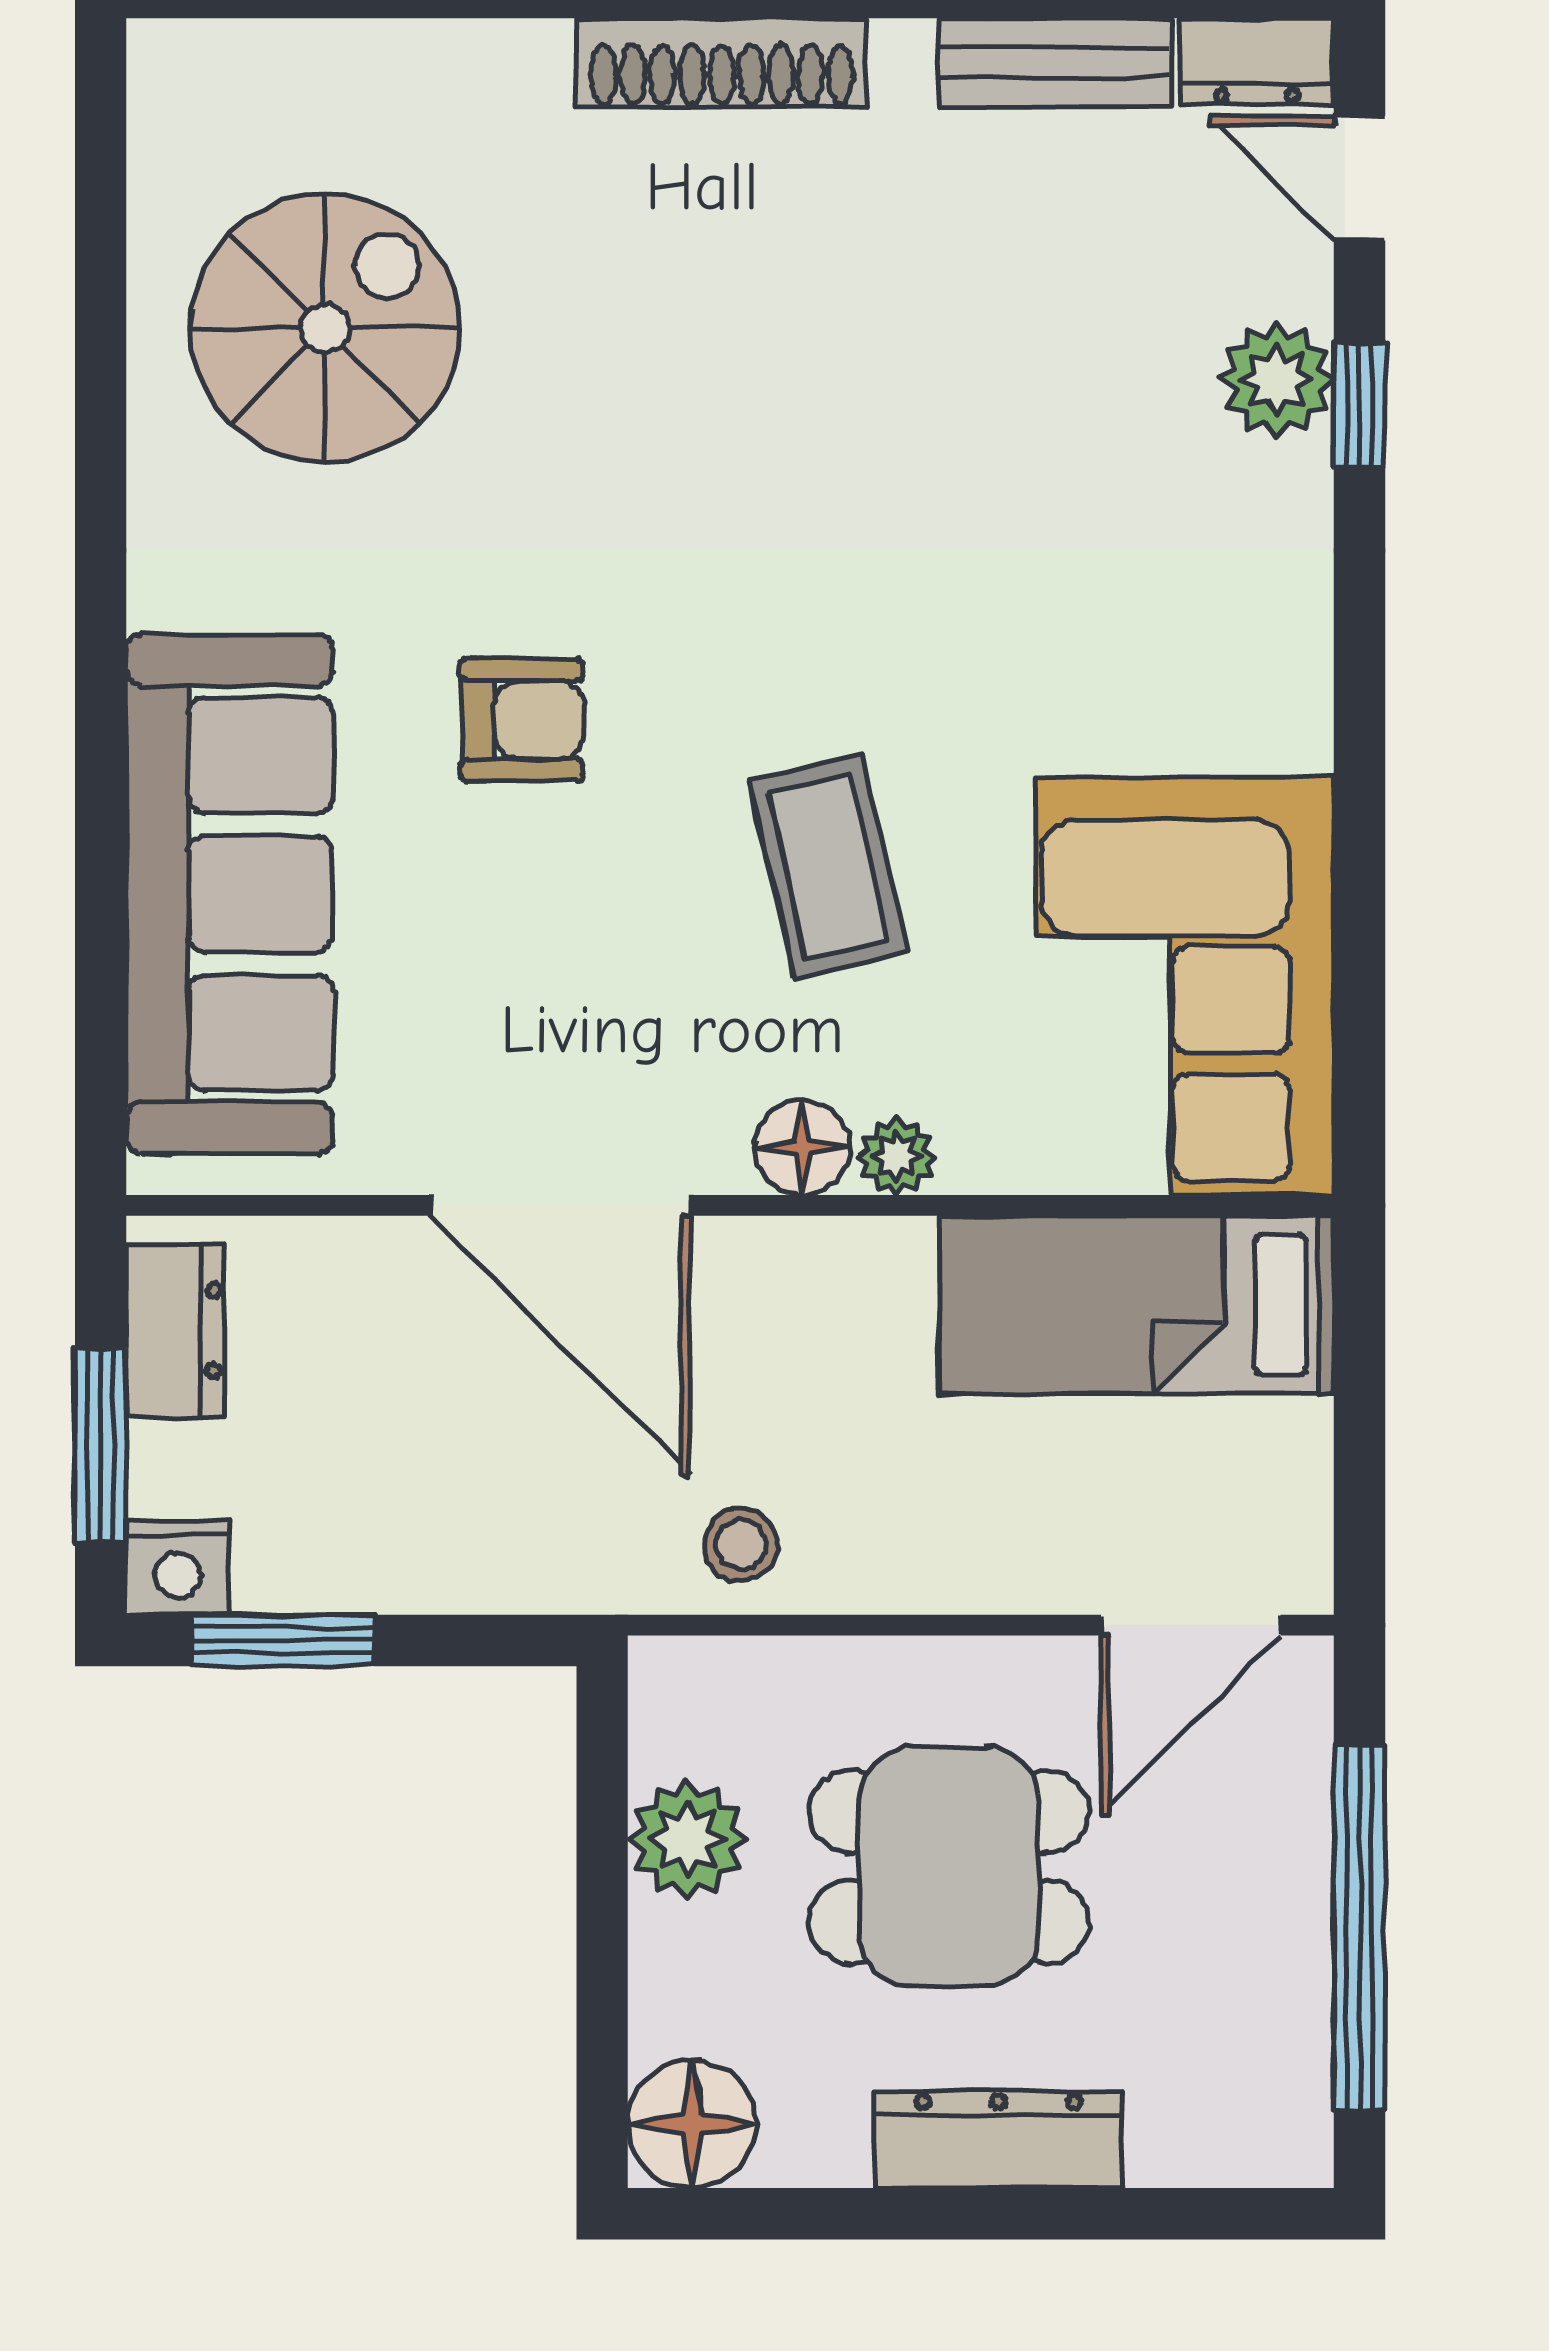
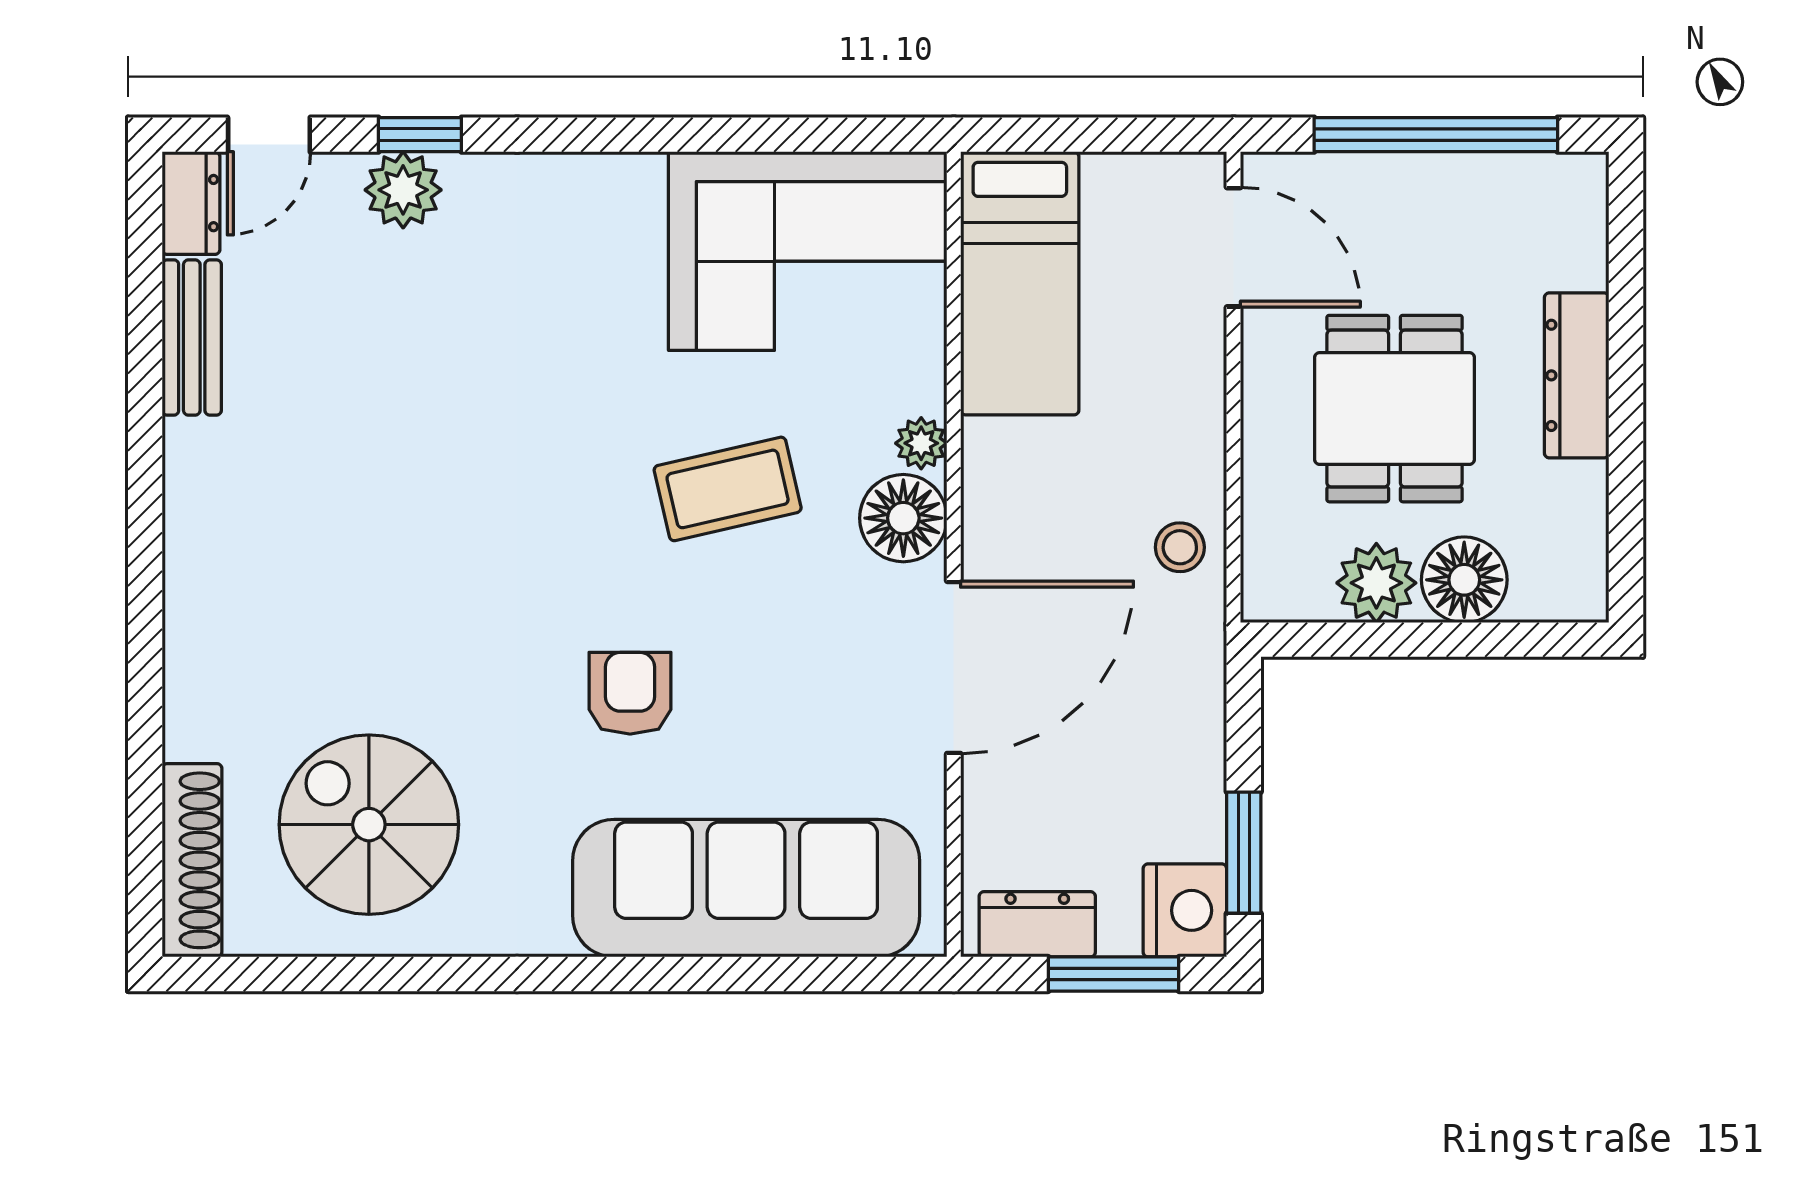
shoe rack: (722, 63) -> (192, 860), moved
floor lamp: (802, 1148) -> (903, 518), width x1.38, depth x1.38
nightstand: (178, 1568) -> (1185, 910), width x1.36, depth x1.33
floor lamp: (692, 2124) -> (1464, 580), moved

